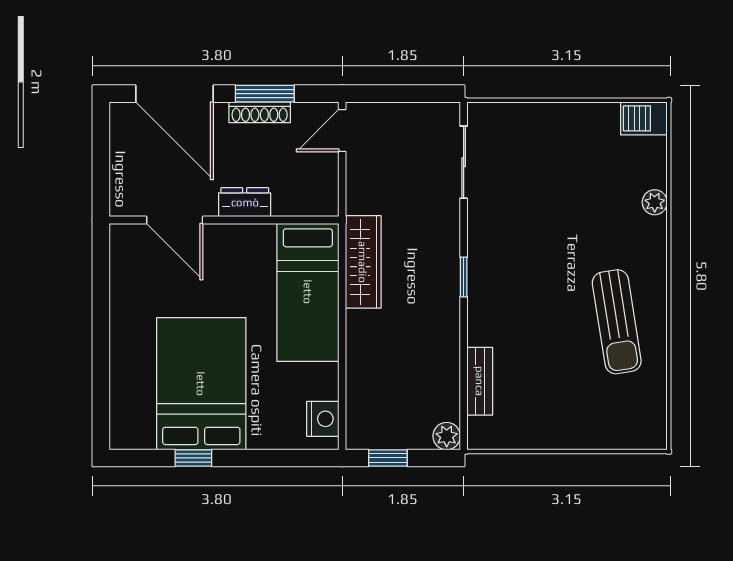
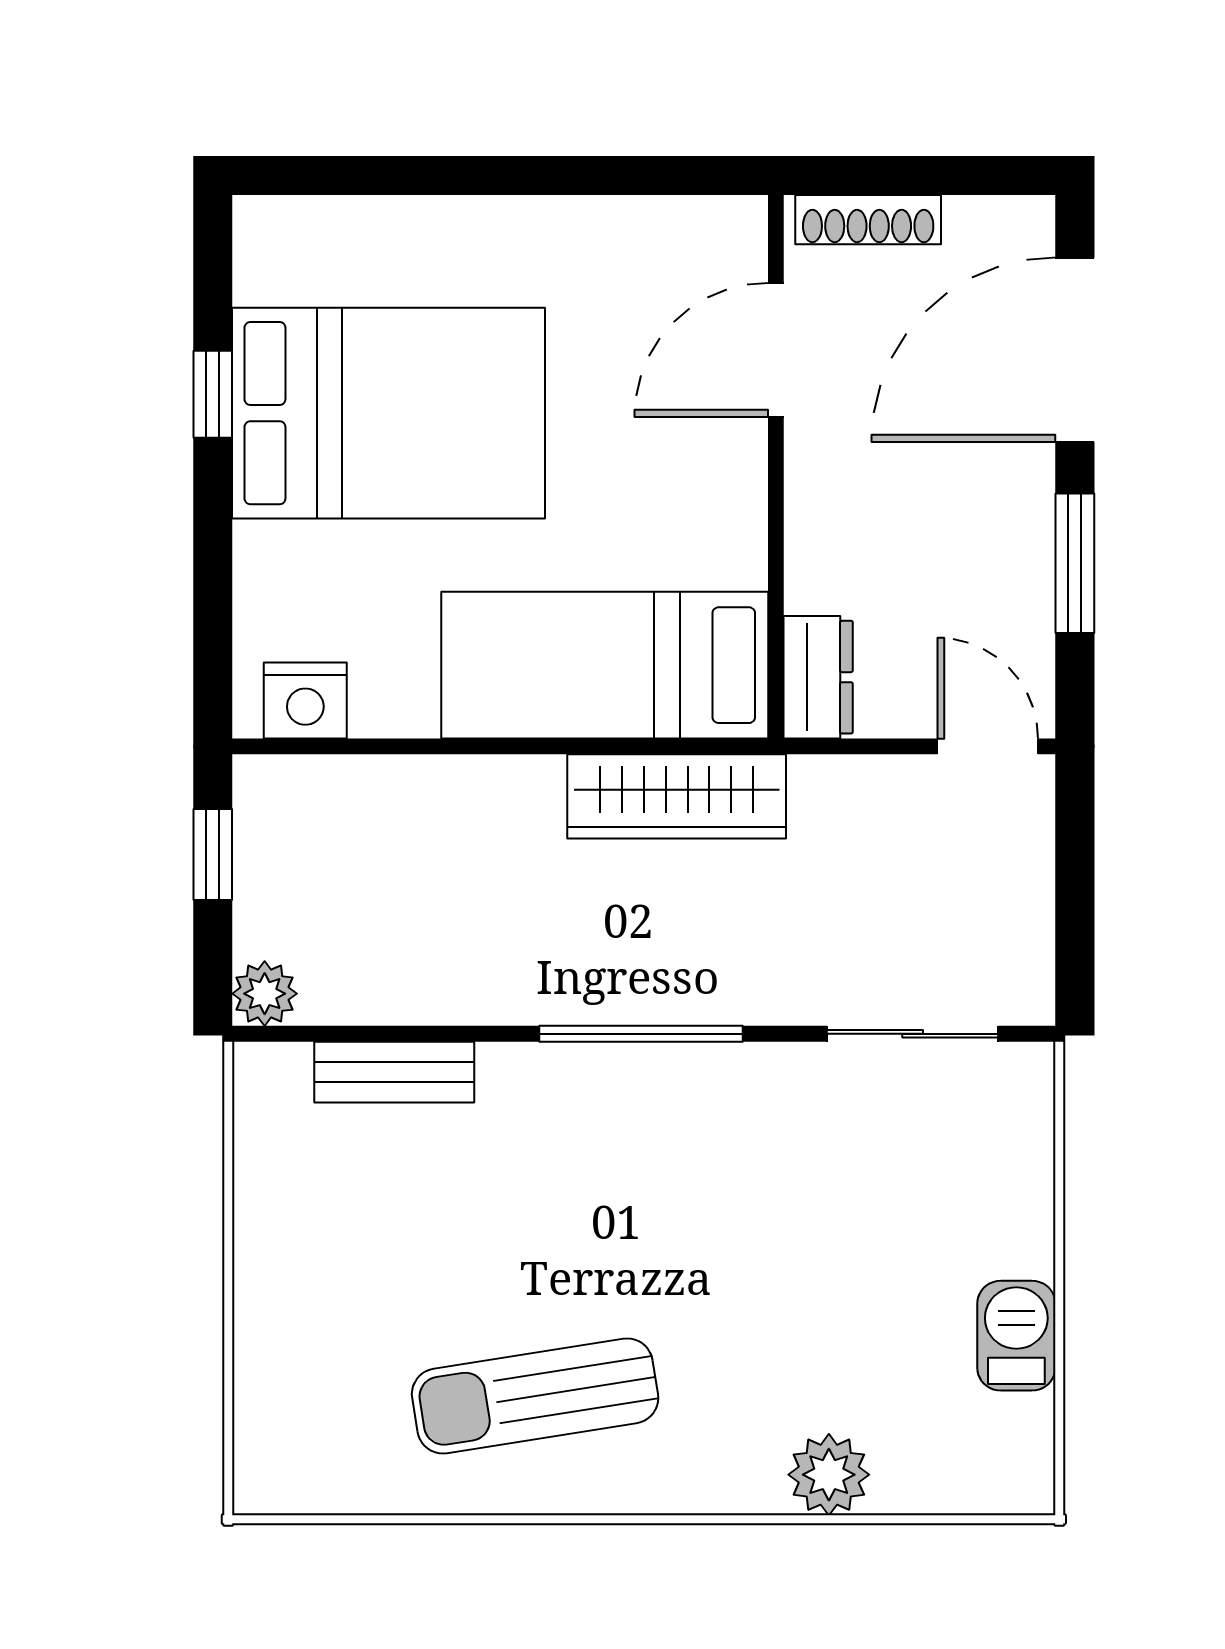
shoe rack: (260, 112) -> (868, 220), moved, turned -90
barbecue: (644, 118) -> (1016, 1336), moved
dresser: (245, 202) -> (818, 677), moved
plant: (655, 202) -> (829, 1475), width x1.38, depth x1.38
window: (464, 277) -> (641, 1034), width x2.17

